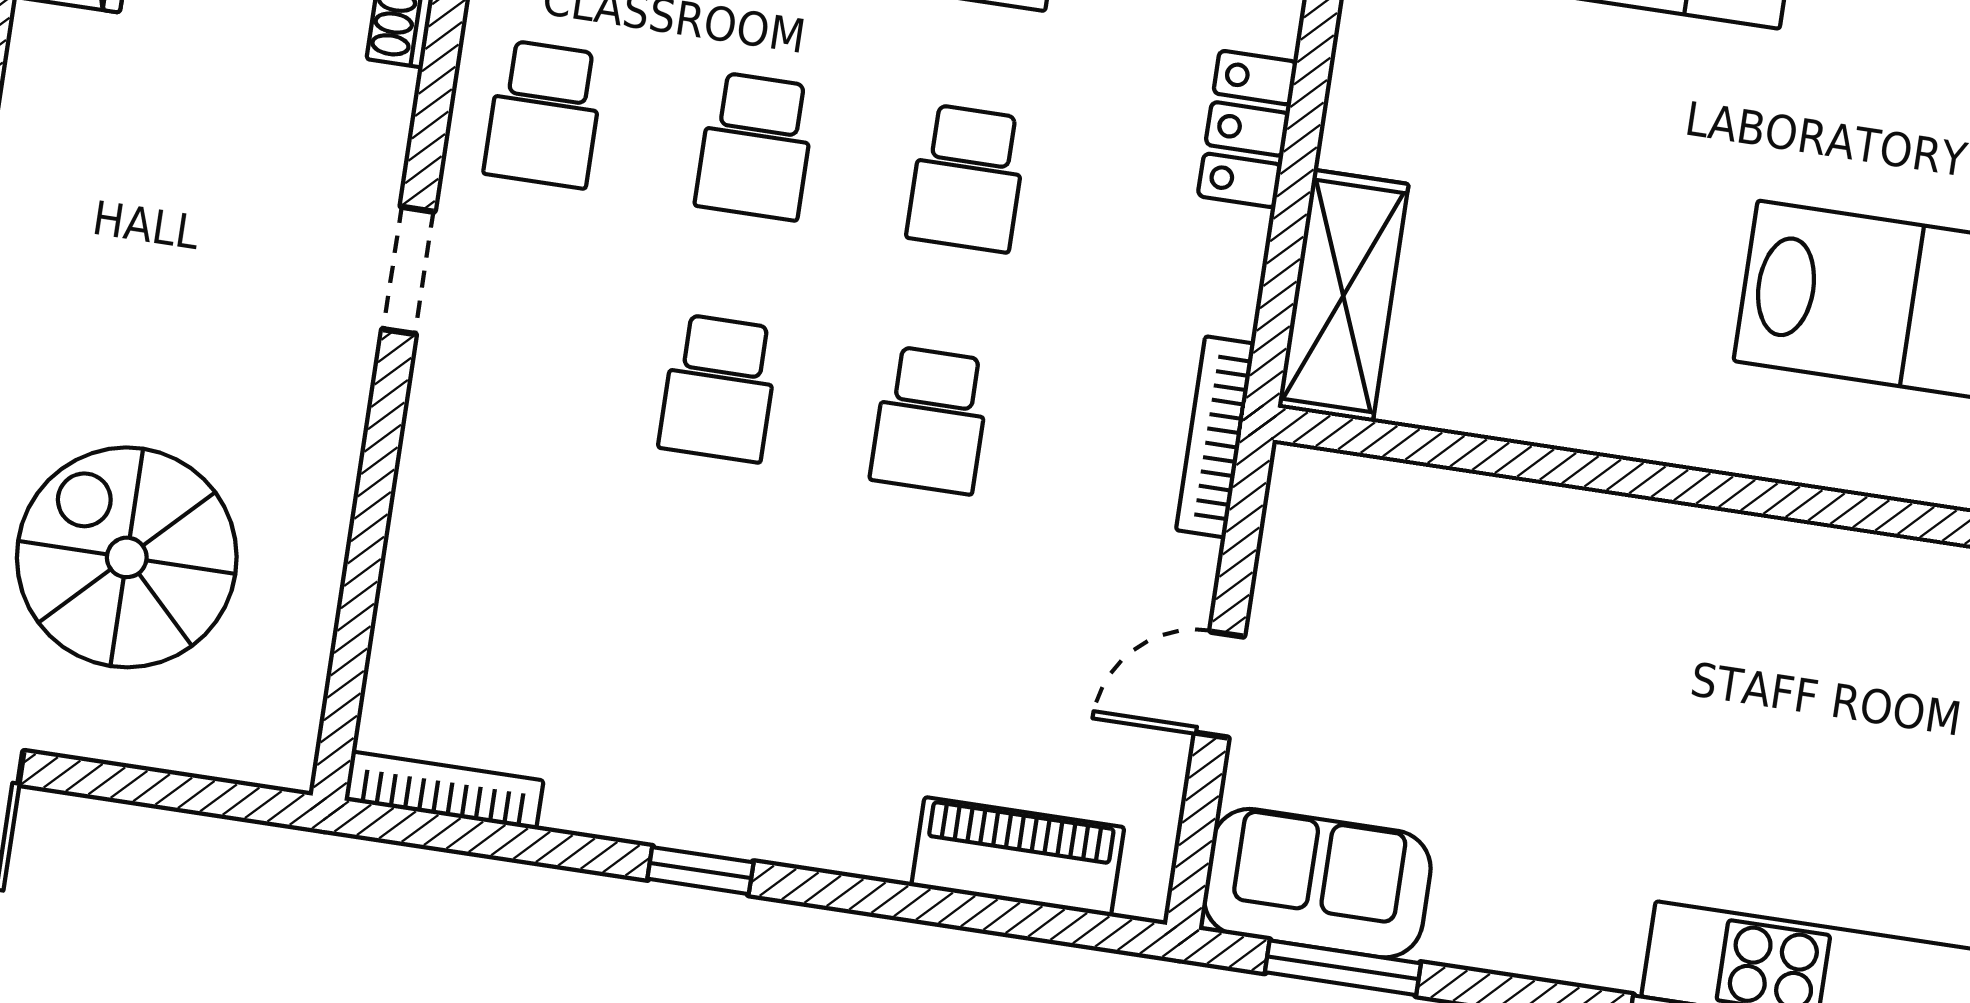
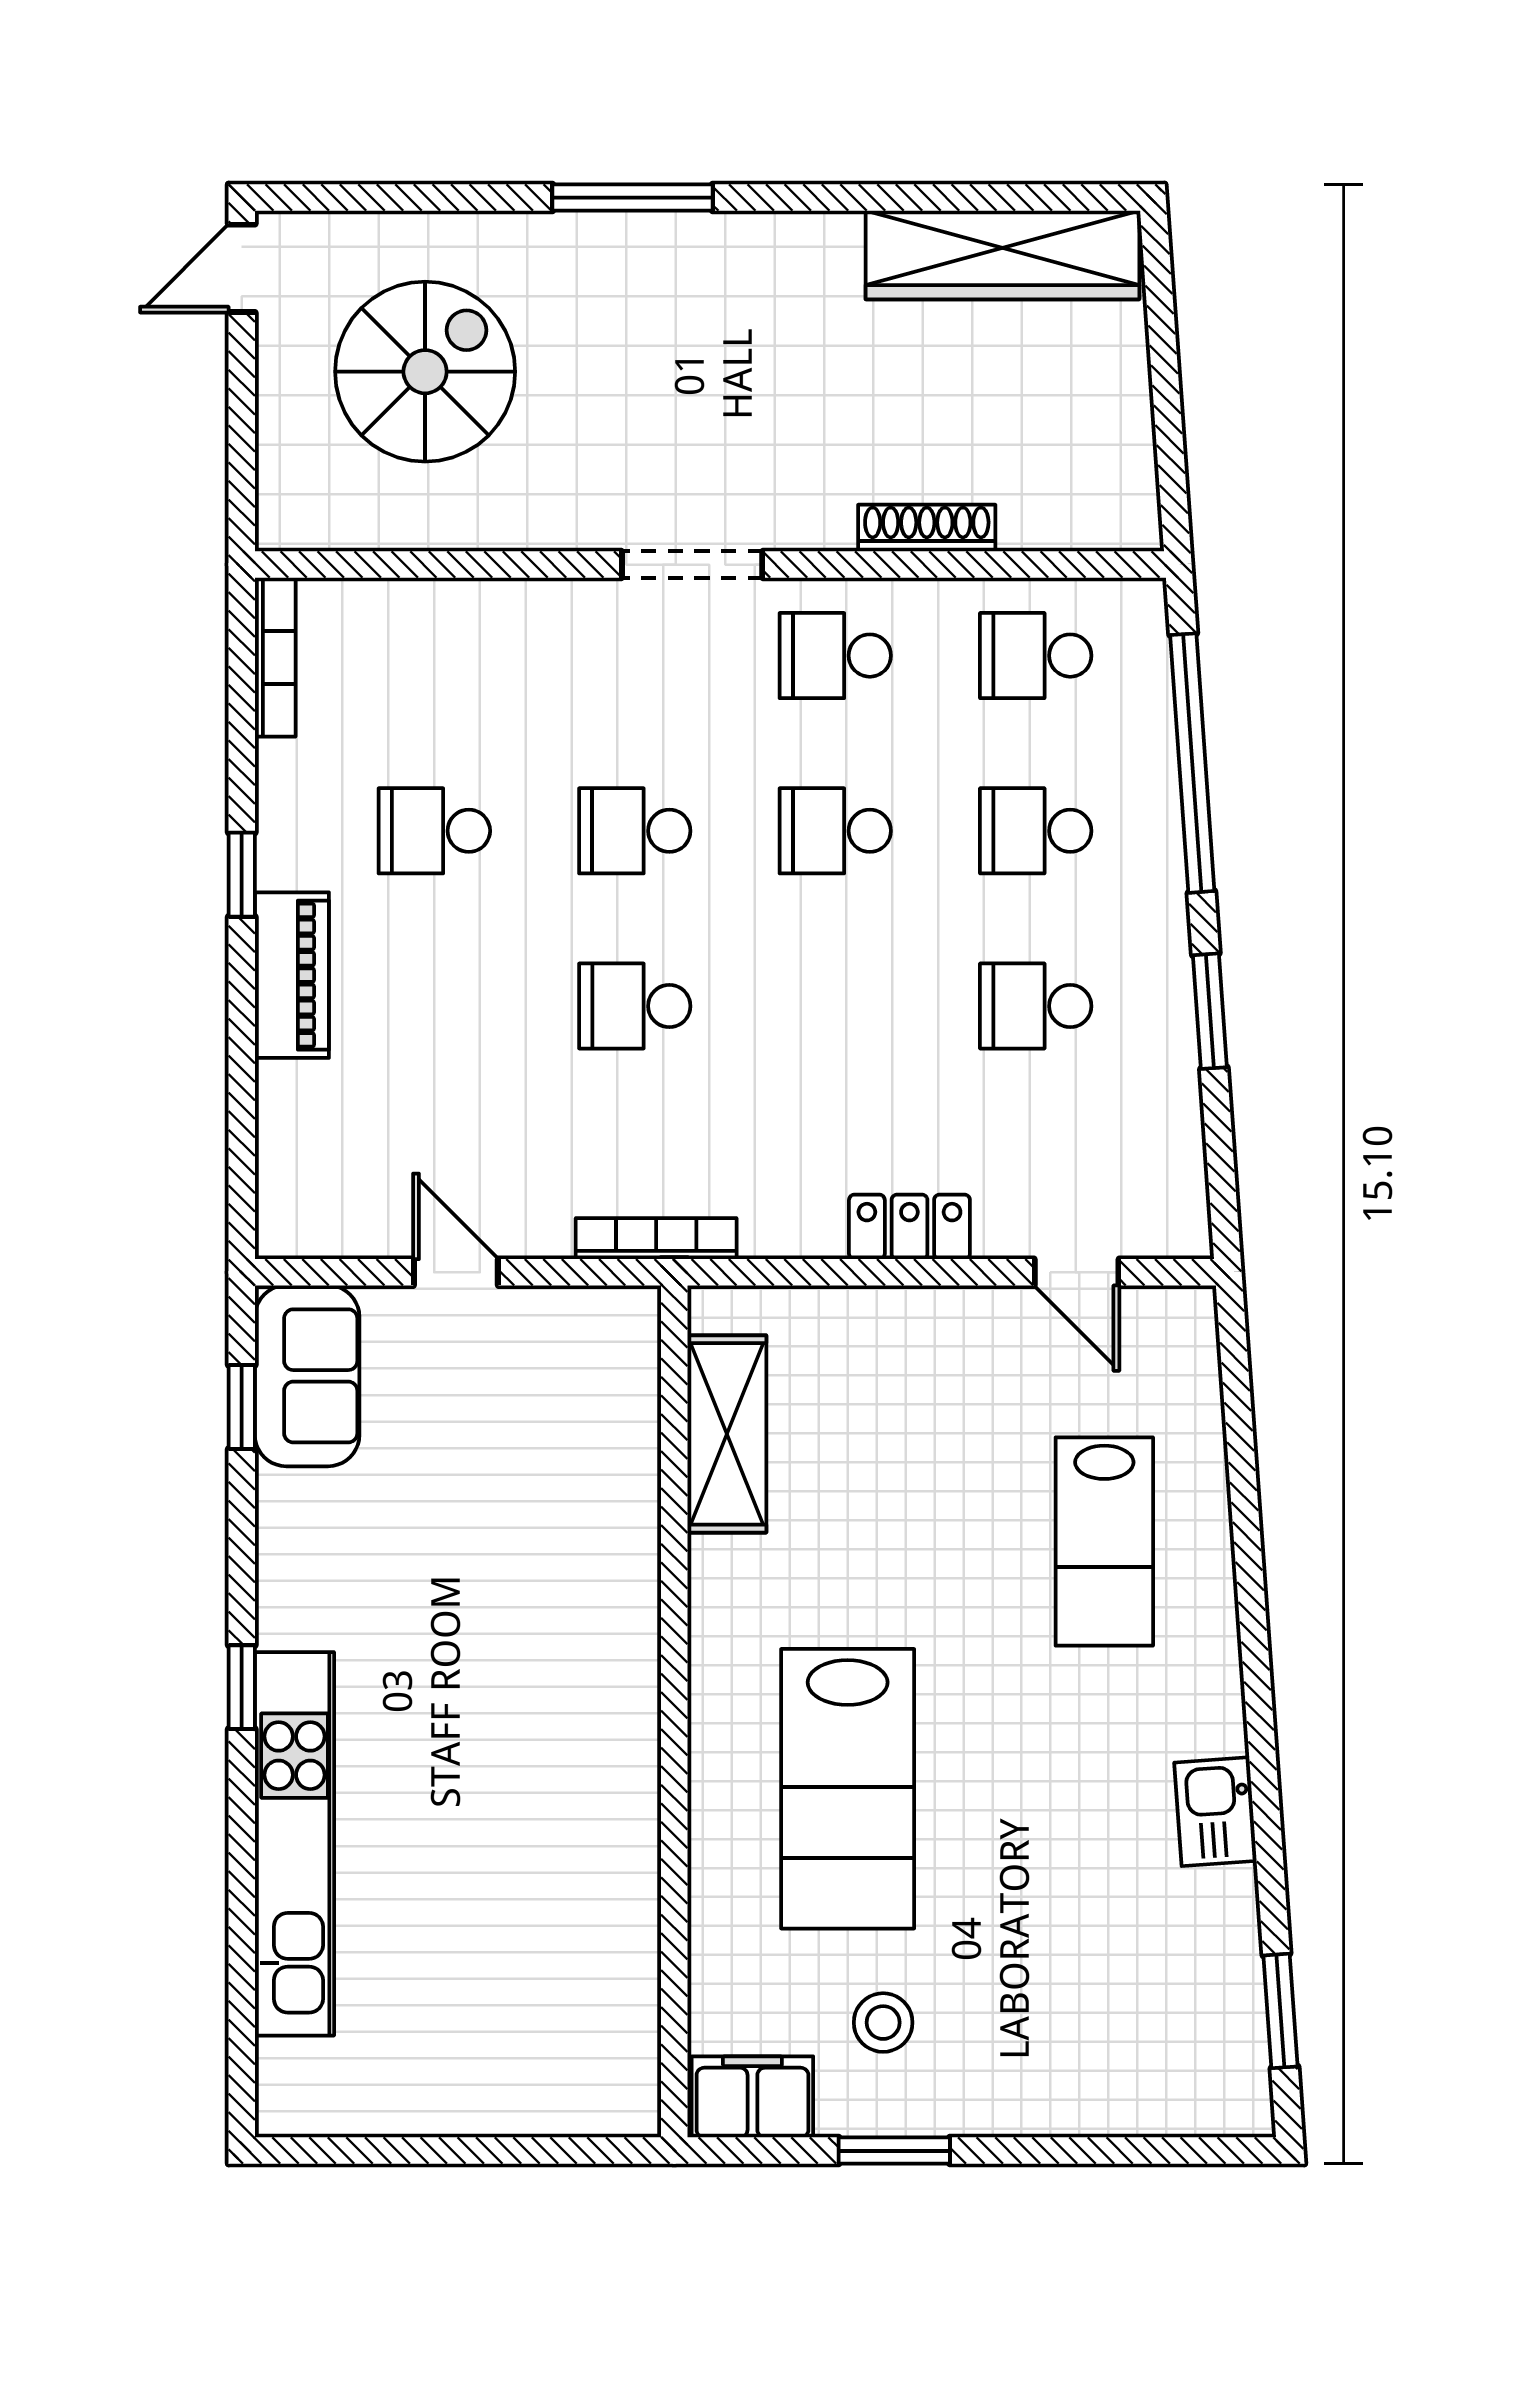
school desk: (967, 178) -> (434, 831), moved
doorway: (408, 270) -> (692, 565), width x1.38
shelving: (1343, 296) -> (727, 1434), moved, turned 90
piano: (1018, 857) -> (292, 975), moved
window: (1343, 968) -> (242, 1407), width x0.67

